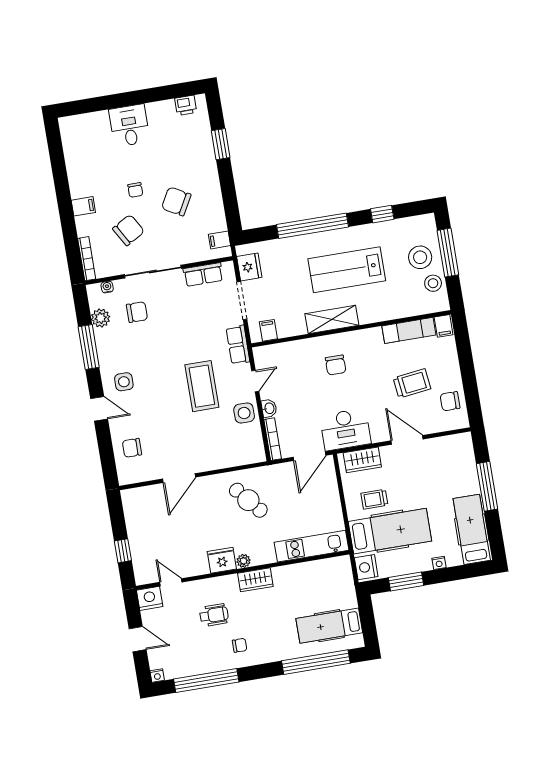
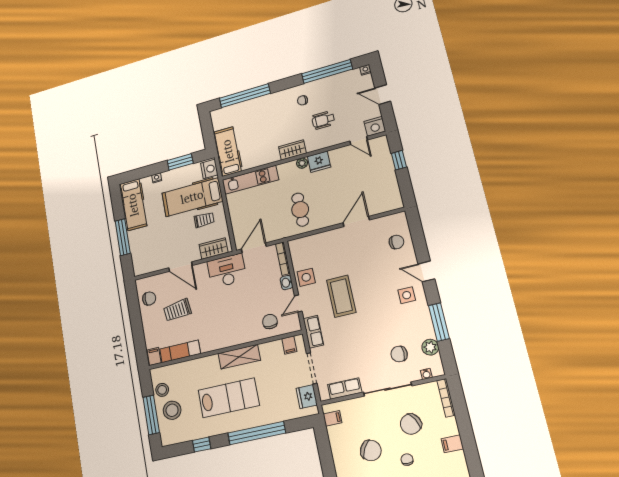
chair: (336, 365) -> (270, 322), moved
cafe table: (248, 500) -> (300, 210), turned 40
hospital bed: (329, 626) -> (228, 151), moved, turned -90

